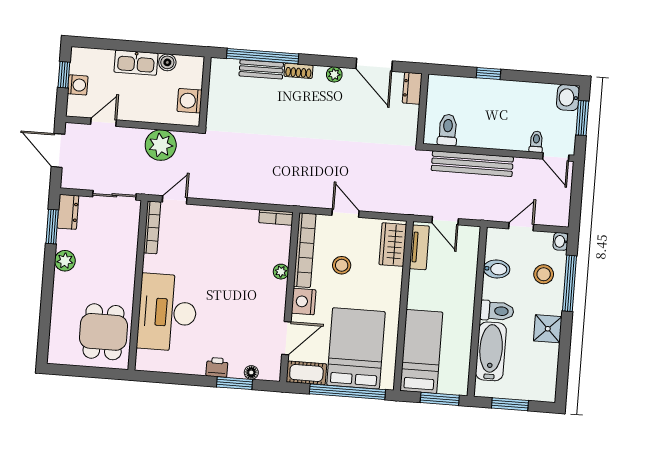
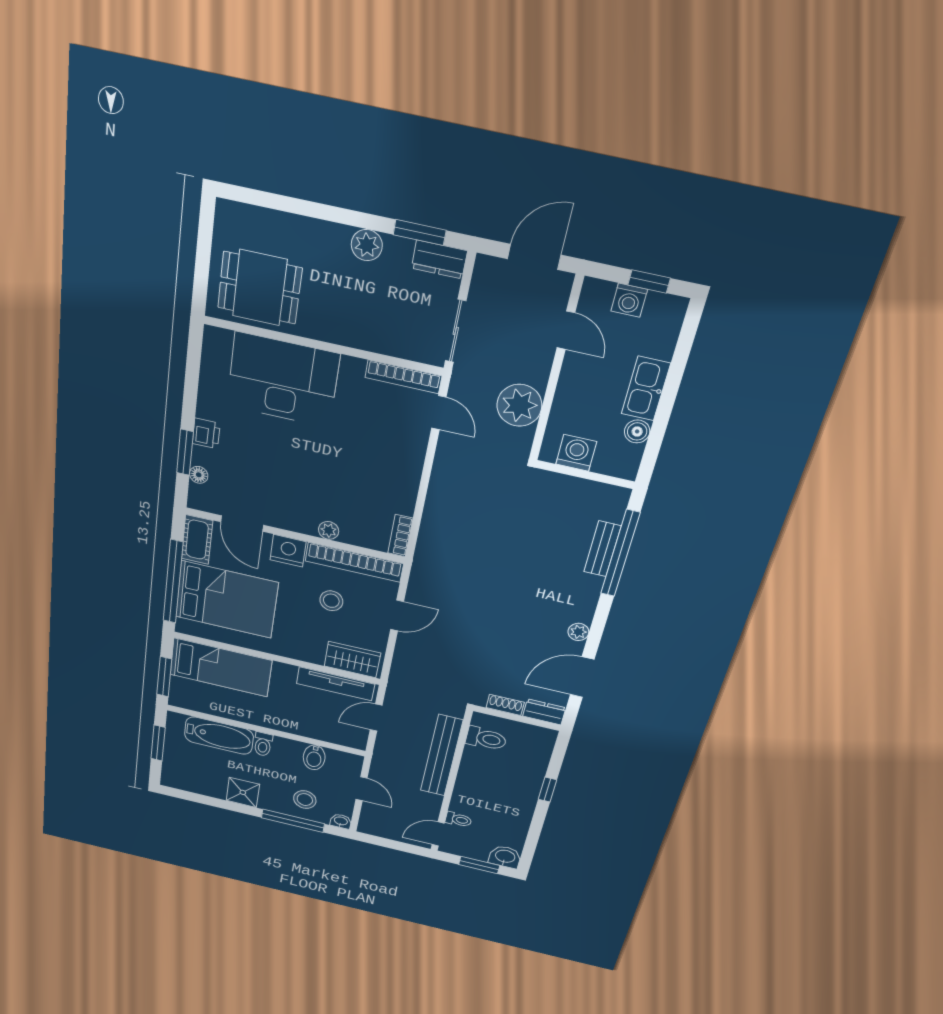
shoe rack: (299, 71) -> (505, 705), moved, turned 90
tv unit: (419, 247) -> (336, 684), width x1.41
toilet: (497, 311) -> (263, 744), width x0.73, depth x0.72

